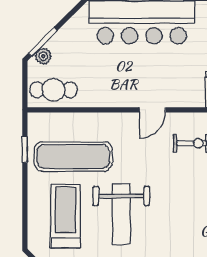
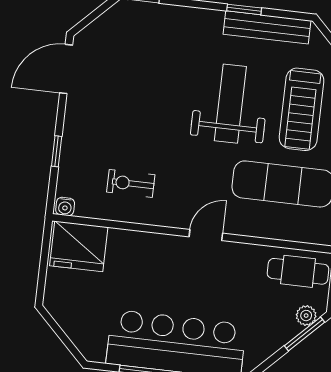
door: (153, 110) -> (206, 235), moved

